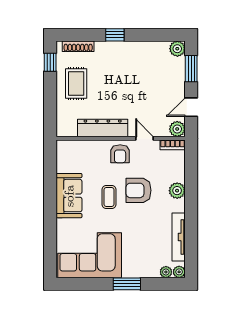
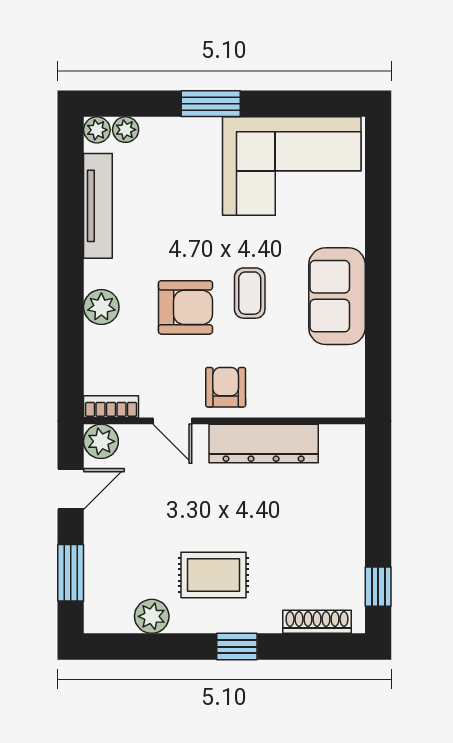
plant: (177, 49) -> (152, 616), moved
rug: (76, 83) -> (213, 575), moved, turned 90

